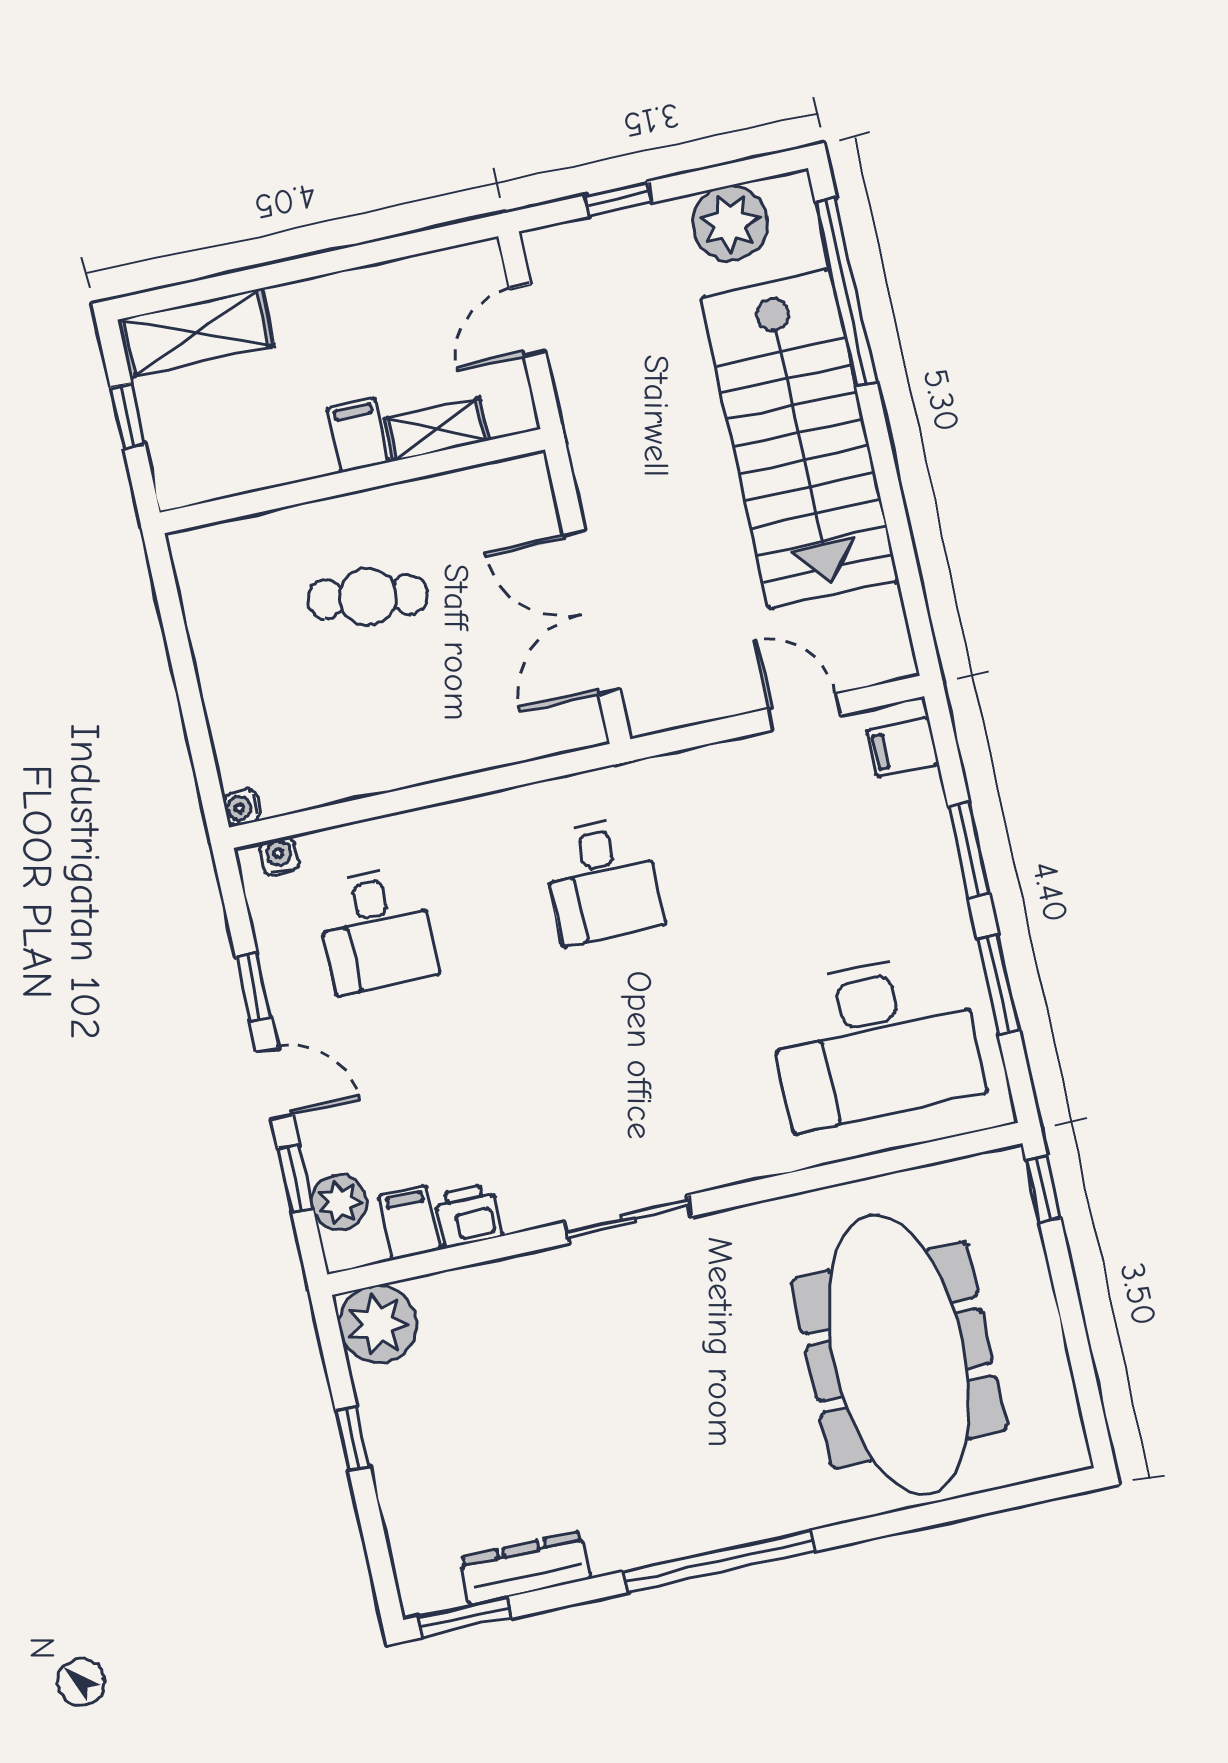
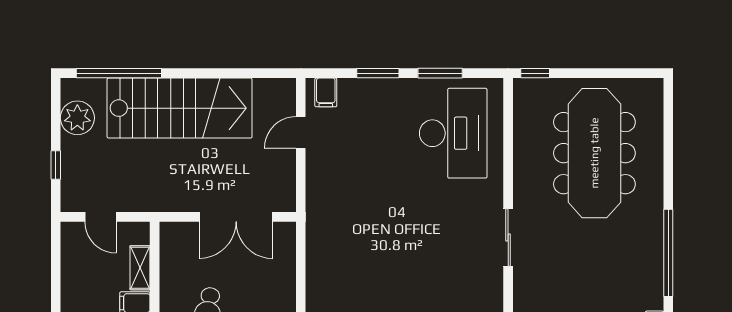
desk: (603, 880) -> (356, 238), removed
sliding door: (628, 1219) -> (508, 237), moved
meeting table: (899, 1355) -> (594, 153), turned 90

